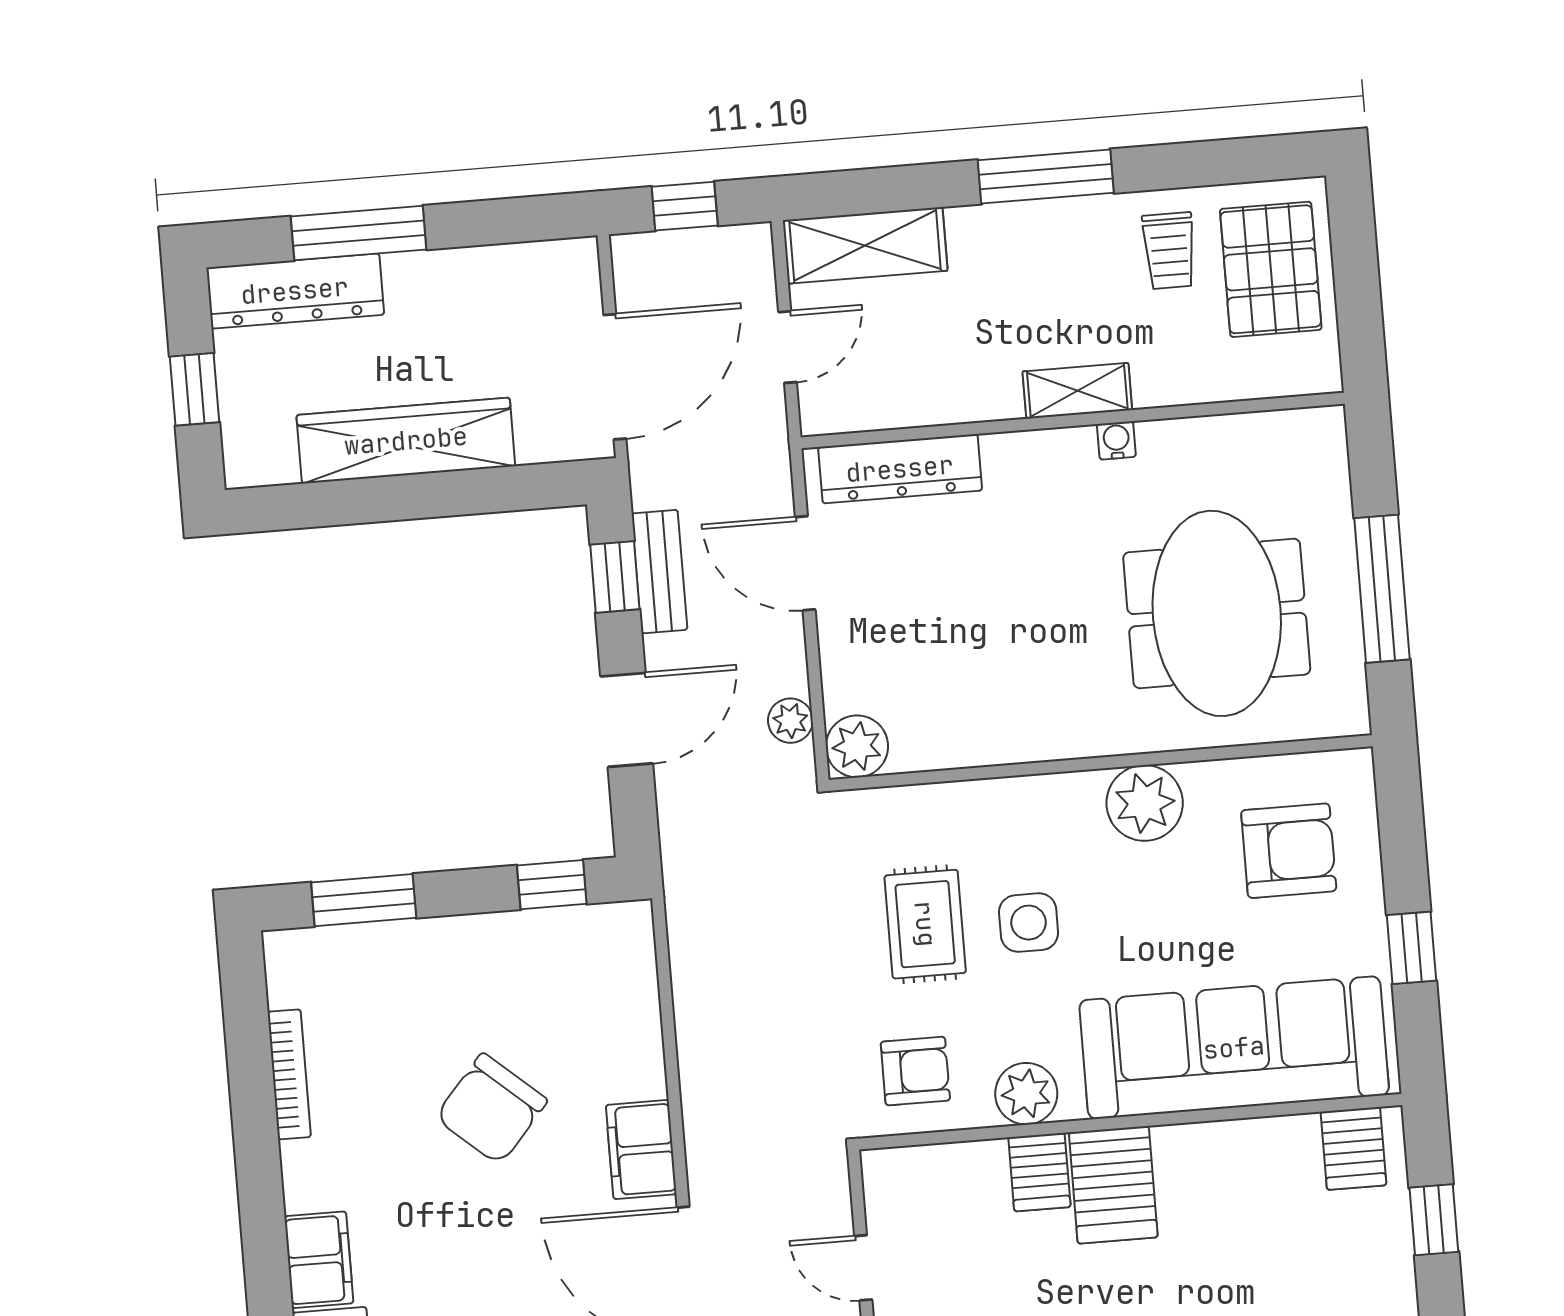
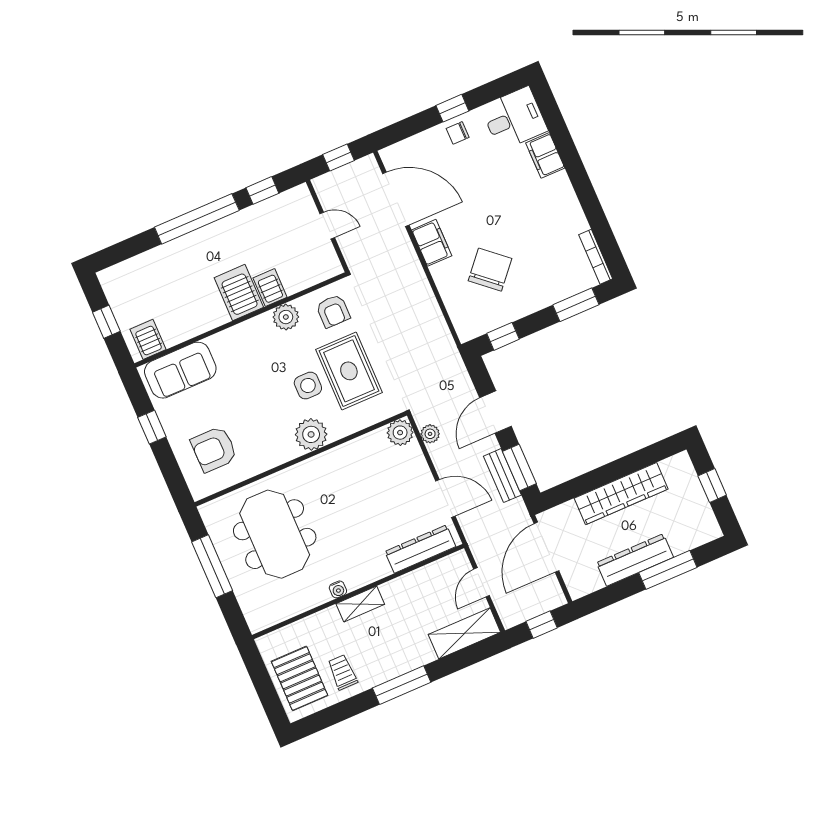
dresser: (295, 291) -> (635, 560), moved
window: (615, 577) -> (519, 467), width x1.50
plant: (1145, 803) -> (311, 434), moved
rug: (925, 924) -> (349, 371), width x1.36, depth x1.43
sofa: (1234, 1048) -> (180, 370), width x0.54, depth x0.79
armchair: (915, 1071) -> (333, 311), turned -90
bookcase: (289, 1074) -> (596, 257), moved
chair: (491, 1109) -> (490, 270), moved

